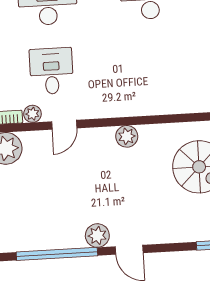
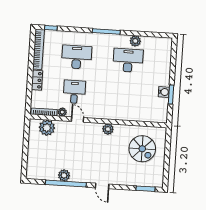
door: (64, 125) -> (77, 120), swing flipped
plant: (97, 236) -> (64, 175), moved

